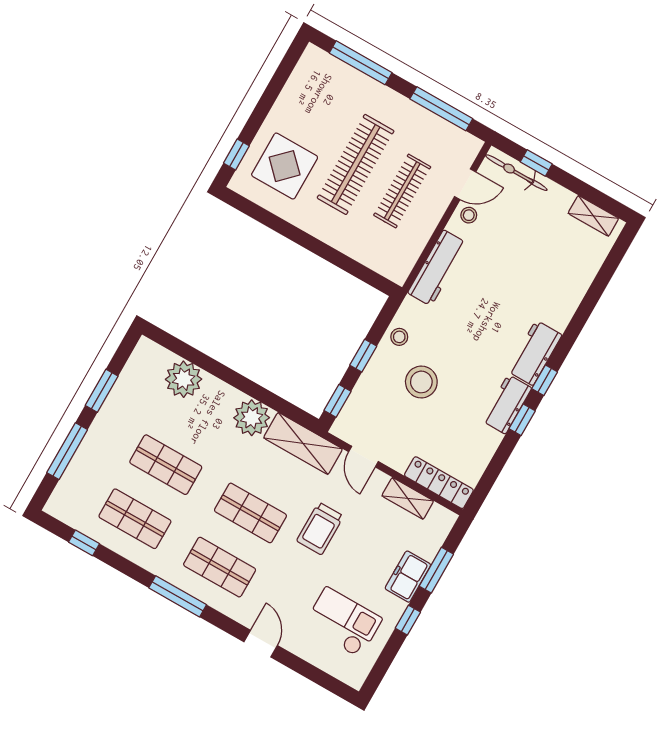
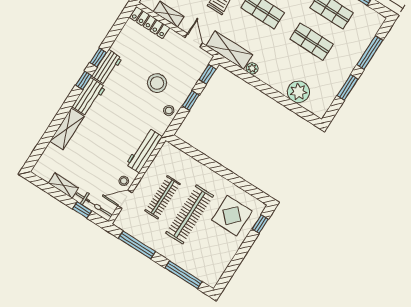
shelving: (593, 216) -> (63, 185), moved
shelving: (568, 298) -> (67, 129), added
plant: (252, 418) -> (252, 68), width x0.53, depth x0.53

